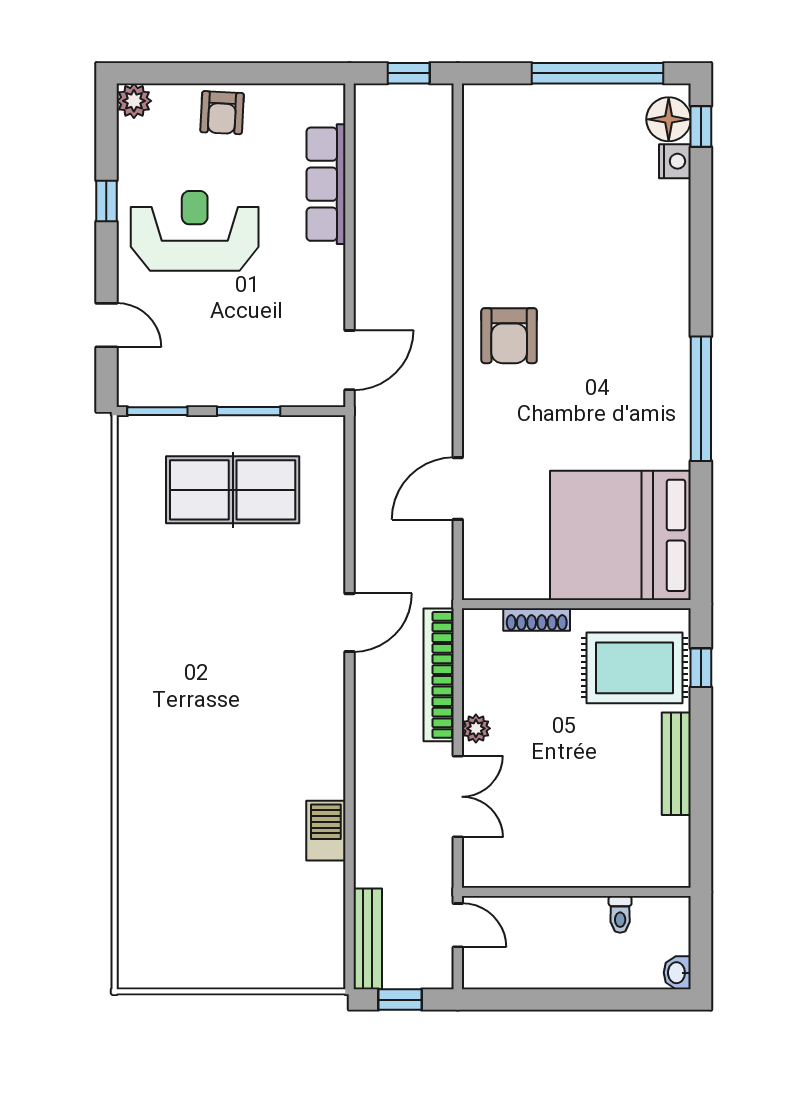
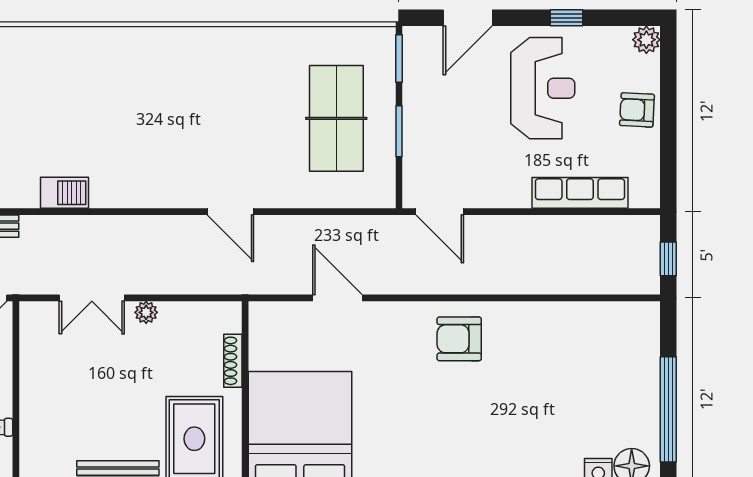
door: (106, 325) -> (468, 18), width x1.38
bookcase: (439, 675) -> (189, 283), removed

